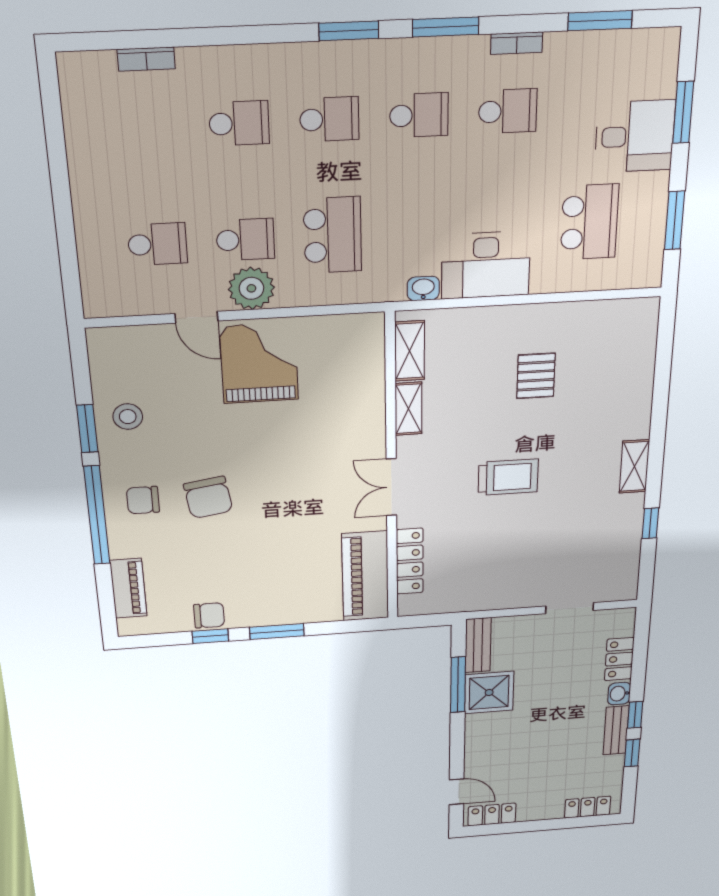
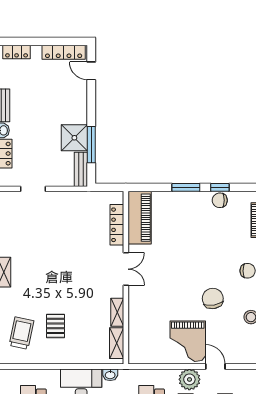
trolley: (508, 477) -> (21, 333), moved, turned 102
chair: (208, 497) -> (213, 298), moved
locker: (492, 815) -> (64, 52), width x1.53

